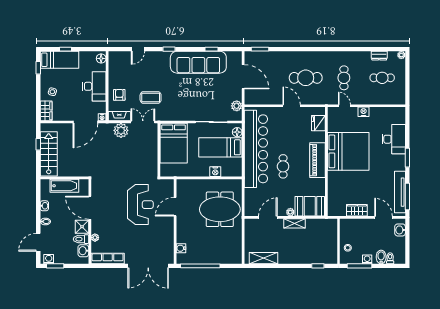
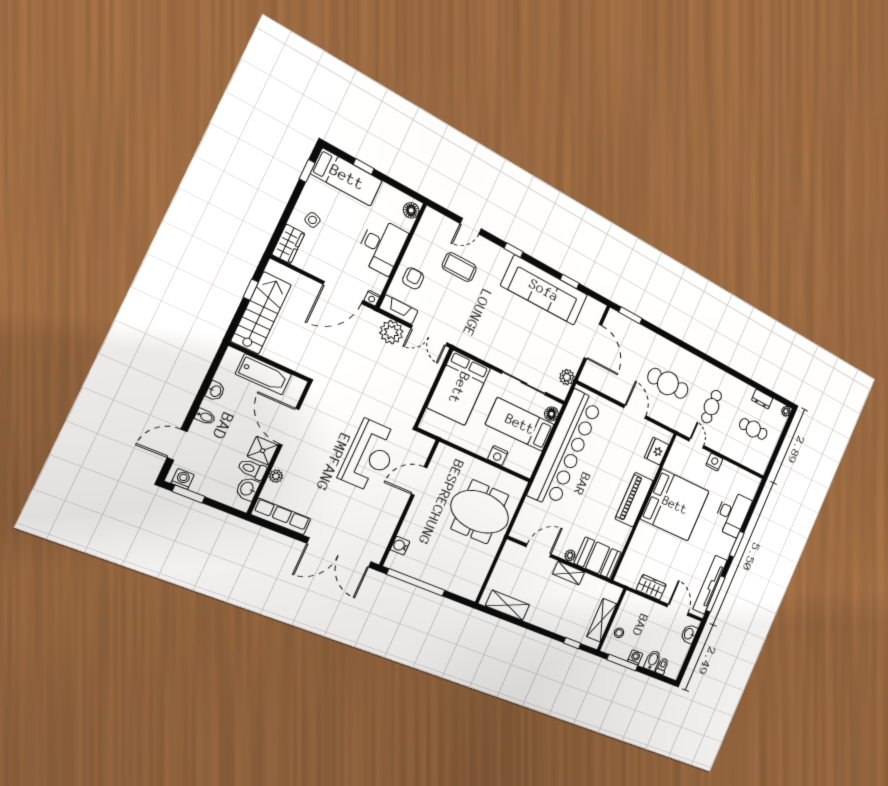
coffee table: (151, 97) -> (459, 267), moved
double door: (143, 122) -> (429, 336), swing flipped
cafe table: (283, 166) -> (589, 489), removed
shelving: (332, 244) -> (602, 620), added

